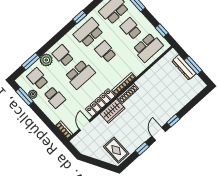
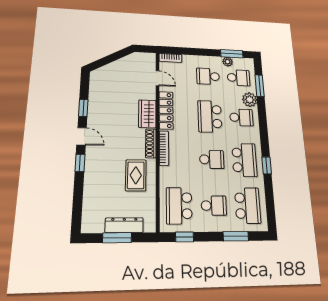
rug: (116, 150) -> (136, 175), moved, turned 90

